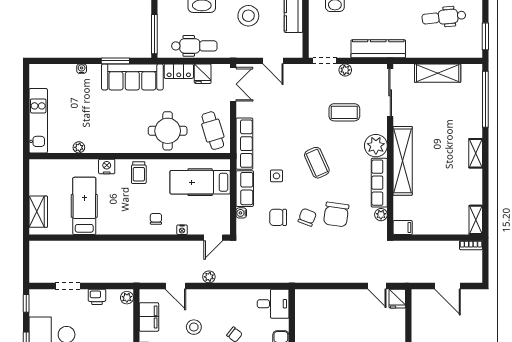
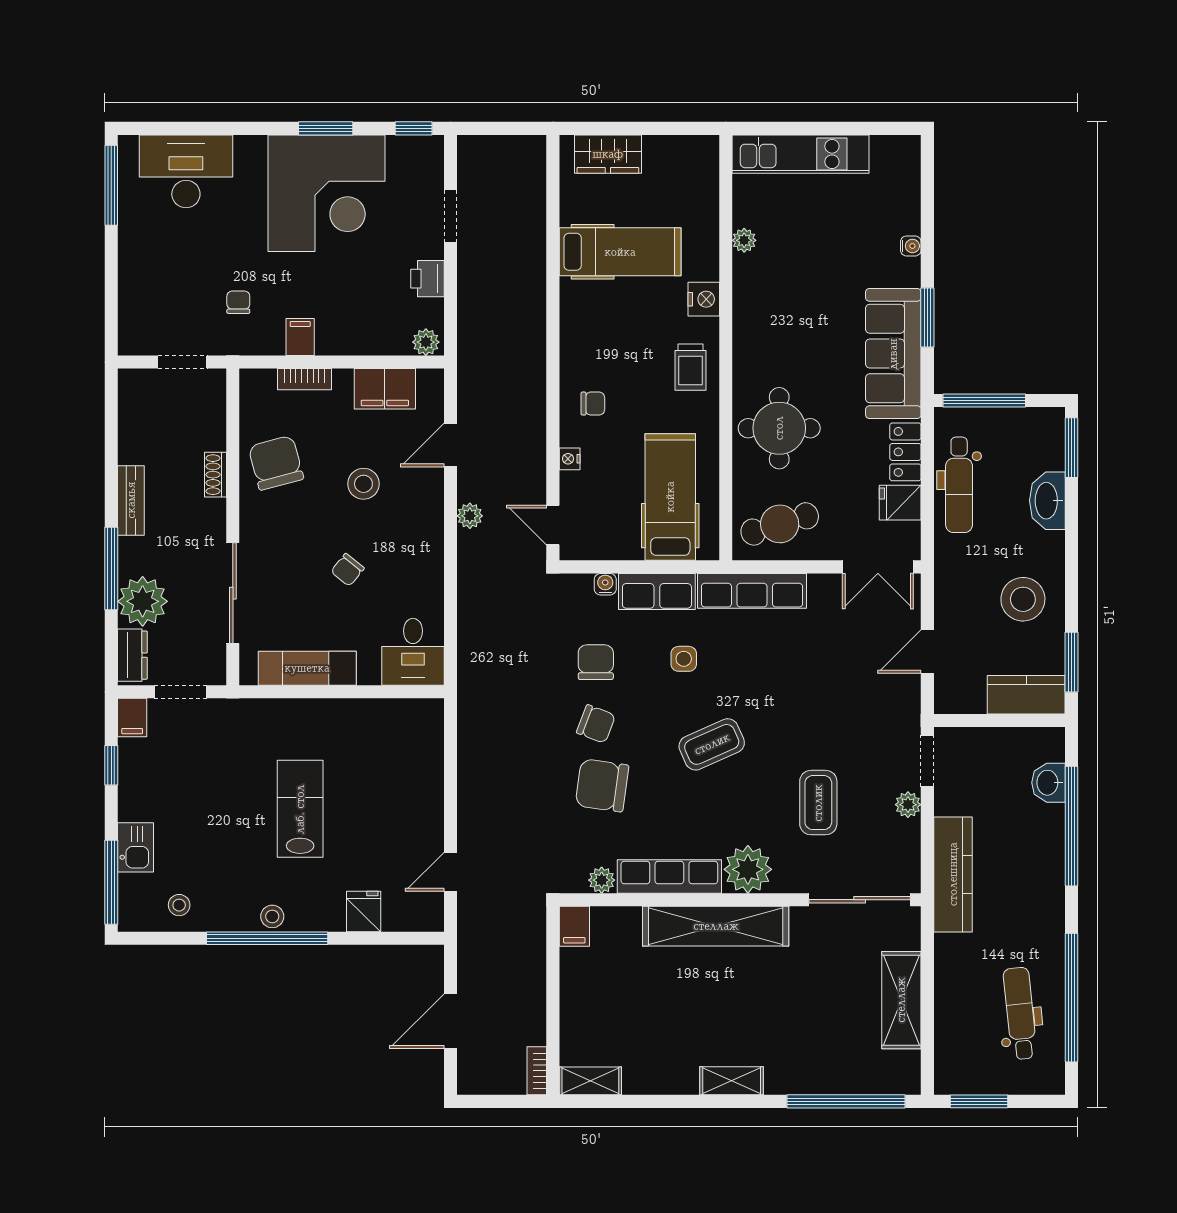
trolley: (139, 173) -> (690, 367), turned -90
fridge: (397, 299) -> (364, 911), moved, turned 90

